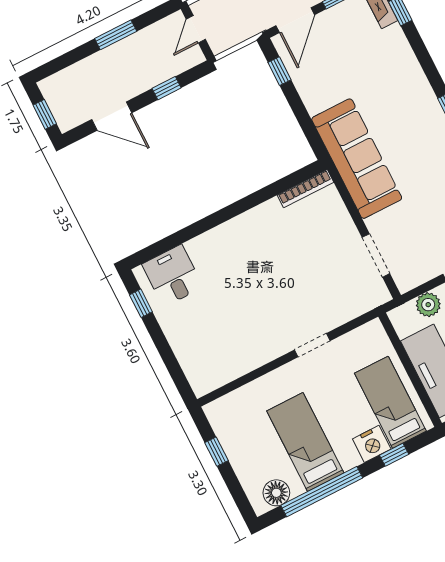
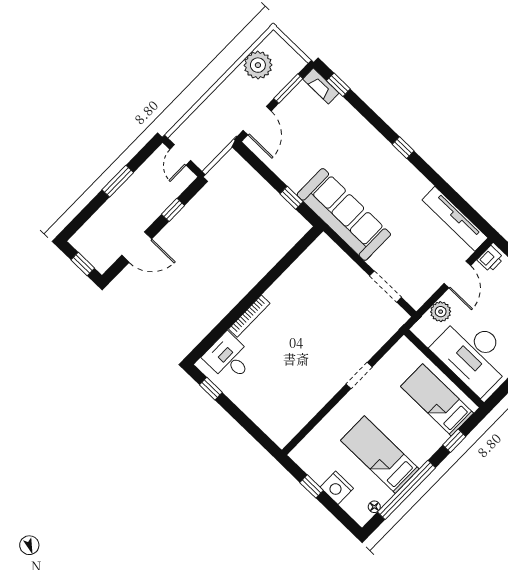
window: (280, 71) -> (292, 198), moved
bookcase: (305, 189) -> (249, 316), moved
nightstand: (372, 444) -> (337, 488), moved, turned 90
floor lamp: (276, 493) -> (374, 507), width x0.53, depth x0.53

